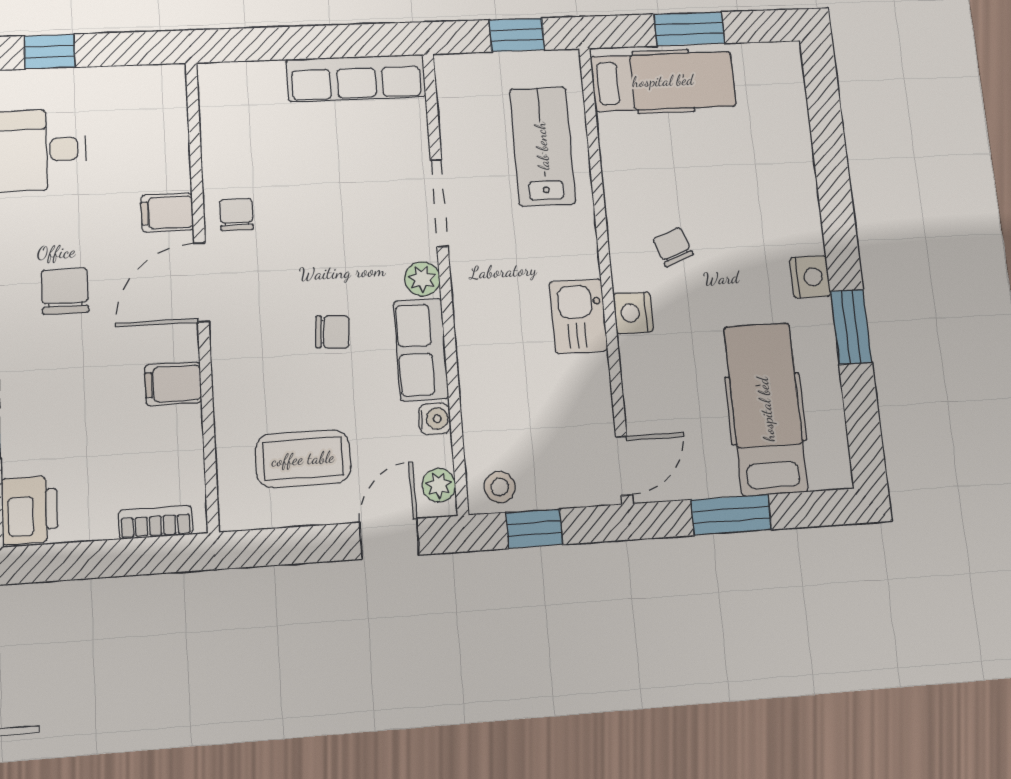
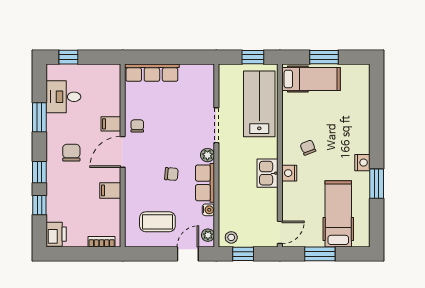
row of seats: (356, 78) -> (152, 73), moved
lab bench: (542, 146) -> (259, 104), width x1.36, depth x1.39

